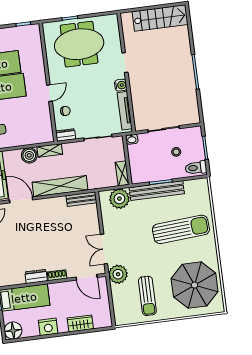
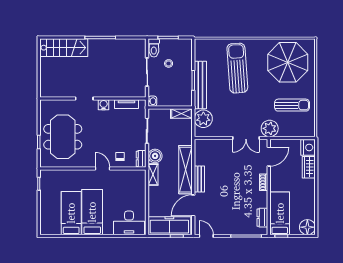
stairs: (160, 18) -> (64, 48), moved, turned 90
tv unit: (125, 111) -> (126, 104), width x0.71
boiler: (29, 155) -> (155, 156), moved
toilet: (196, 168) -> (154, 48), moved
bench: (81, 199) -> (199, 179), moved
dresser: (36, 276) -> (262, 218), moved
nightstand: (48, 327) -> (308, 147), moved

